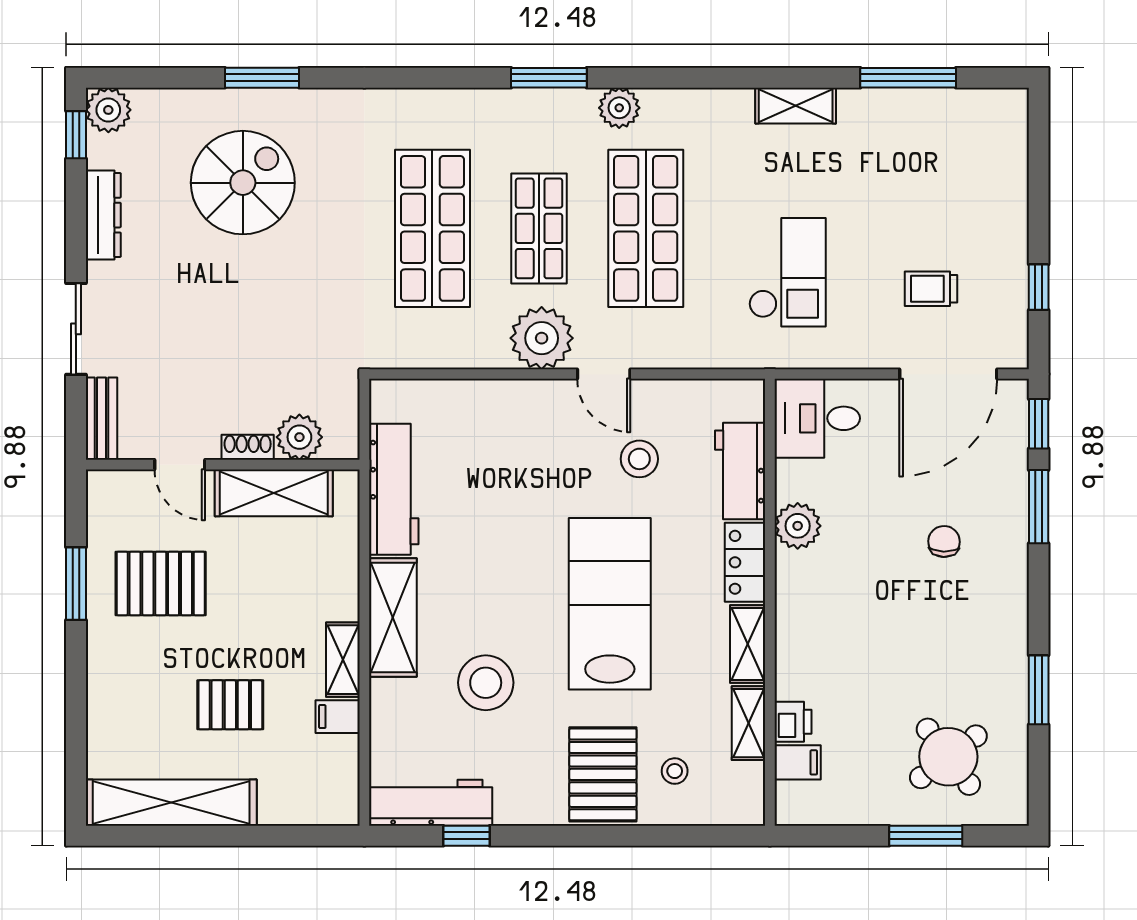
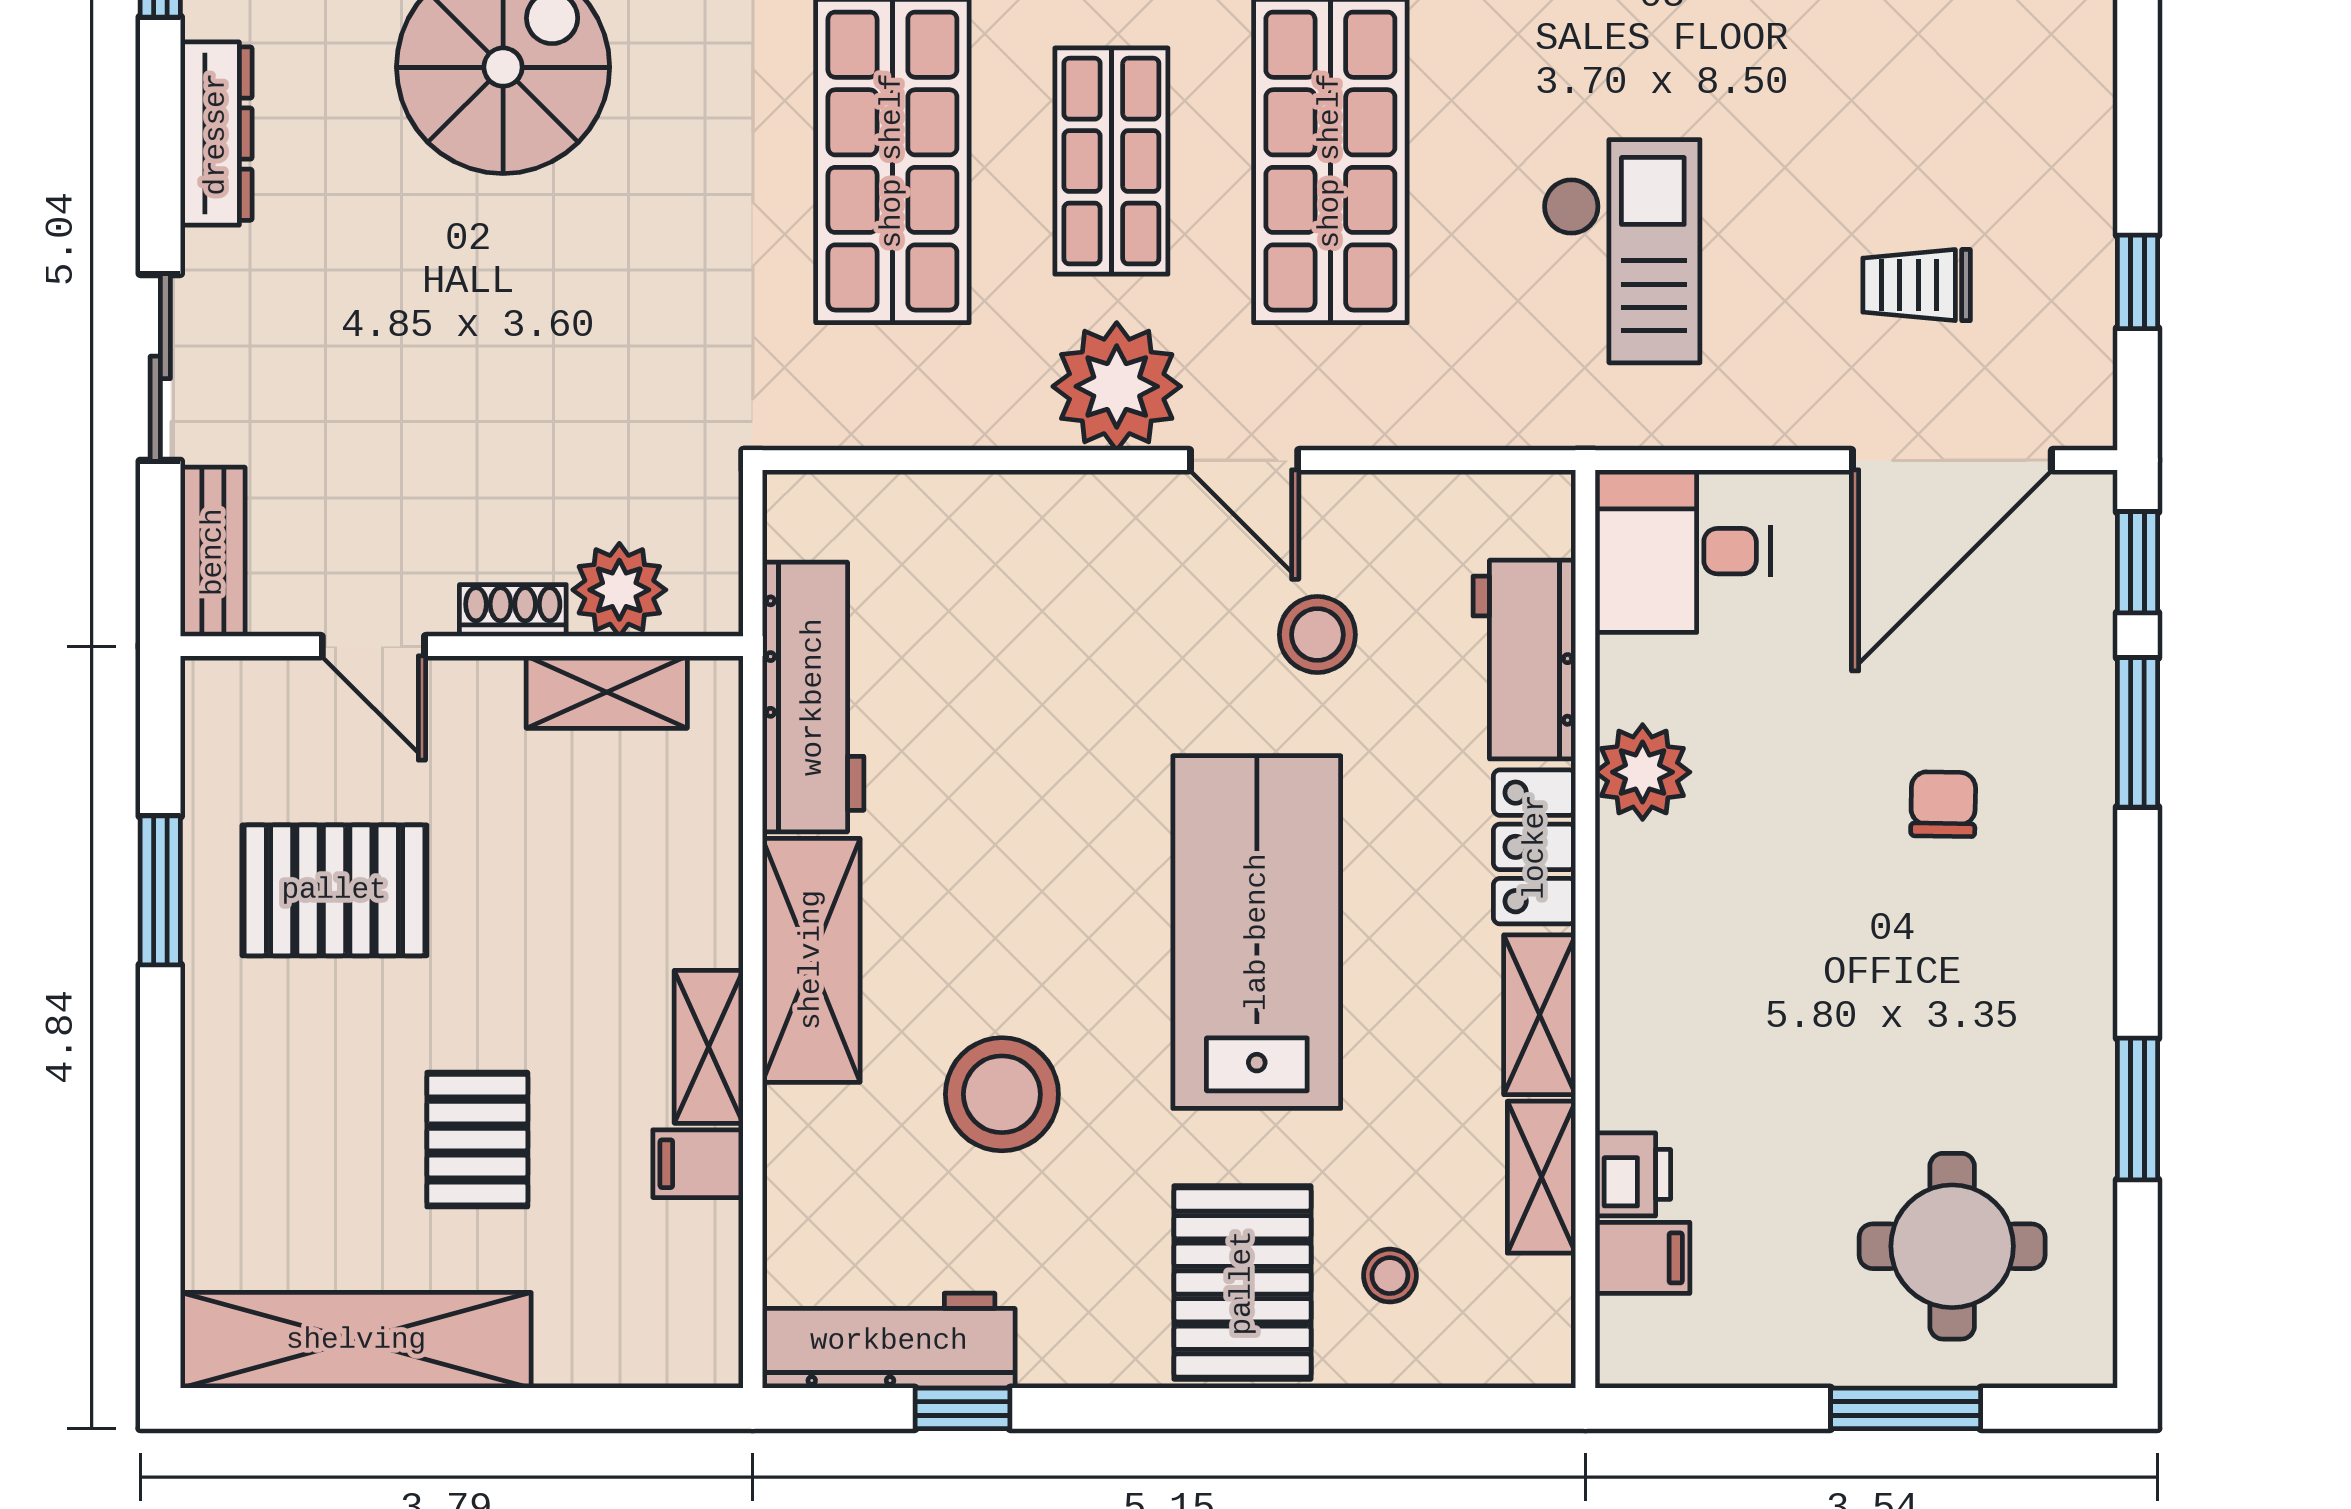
shelving: (274, 493) -> (607, 692), width x0.67, depth x0.75
pallet: (230, 705) -> (477, 1140), turned 90
round table: (948, 757) -> (1952, 1246), turned 37

